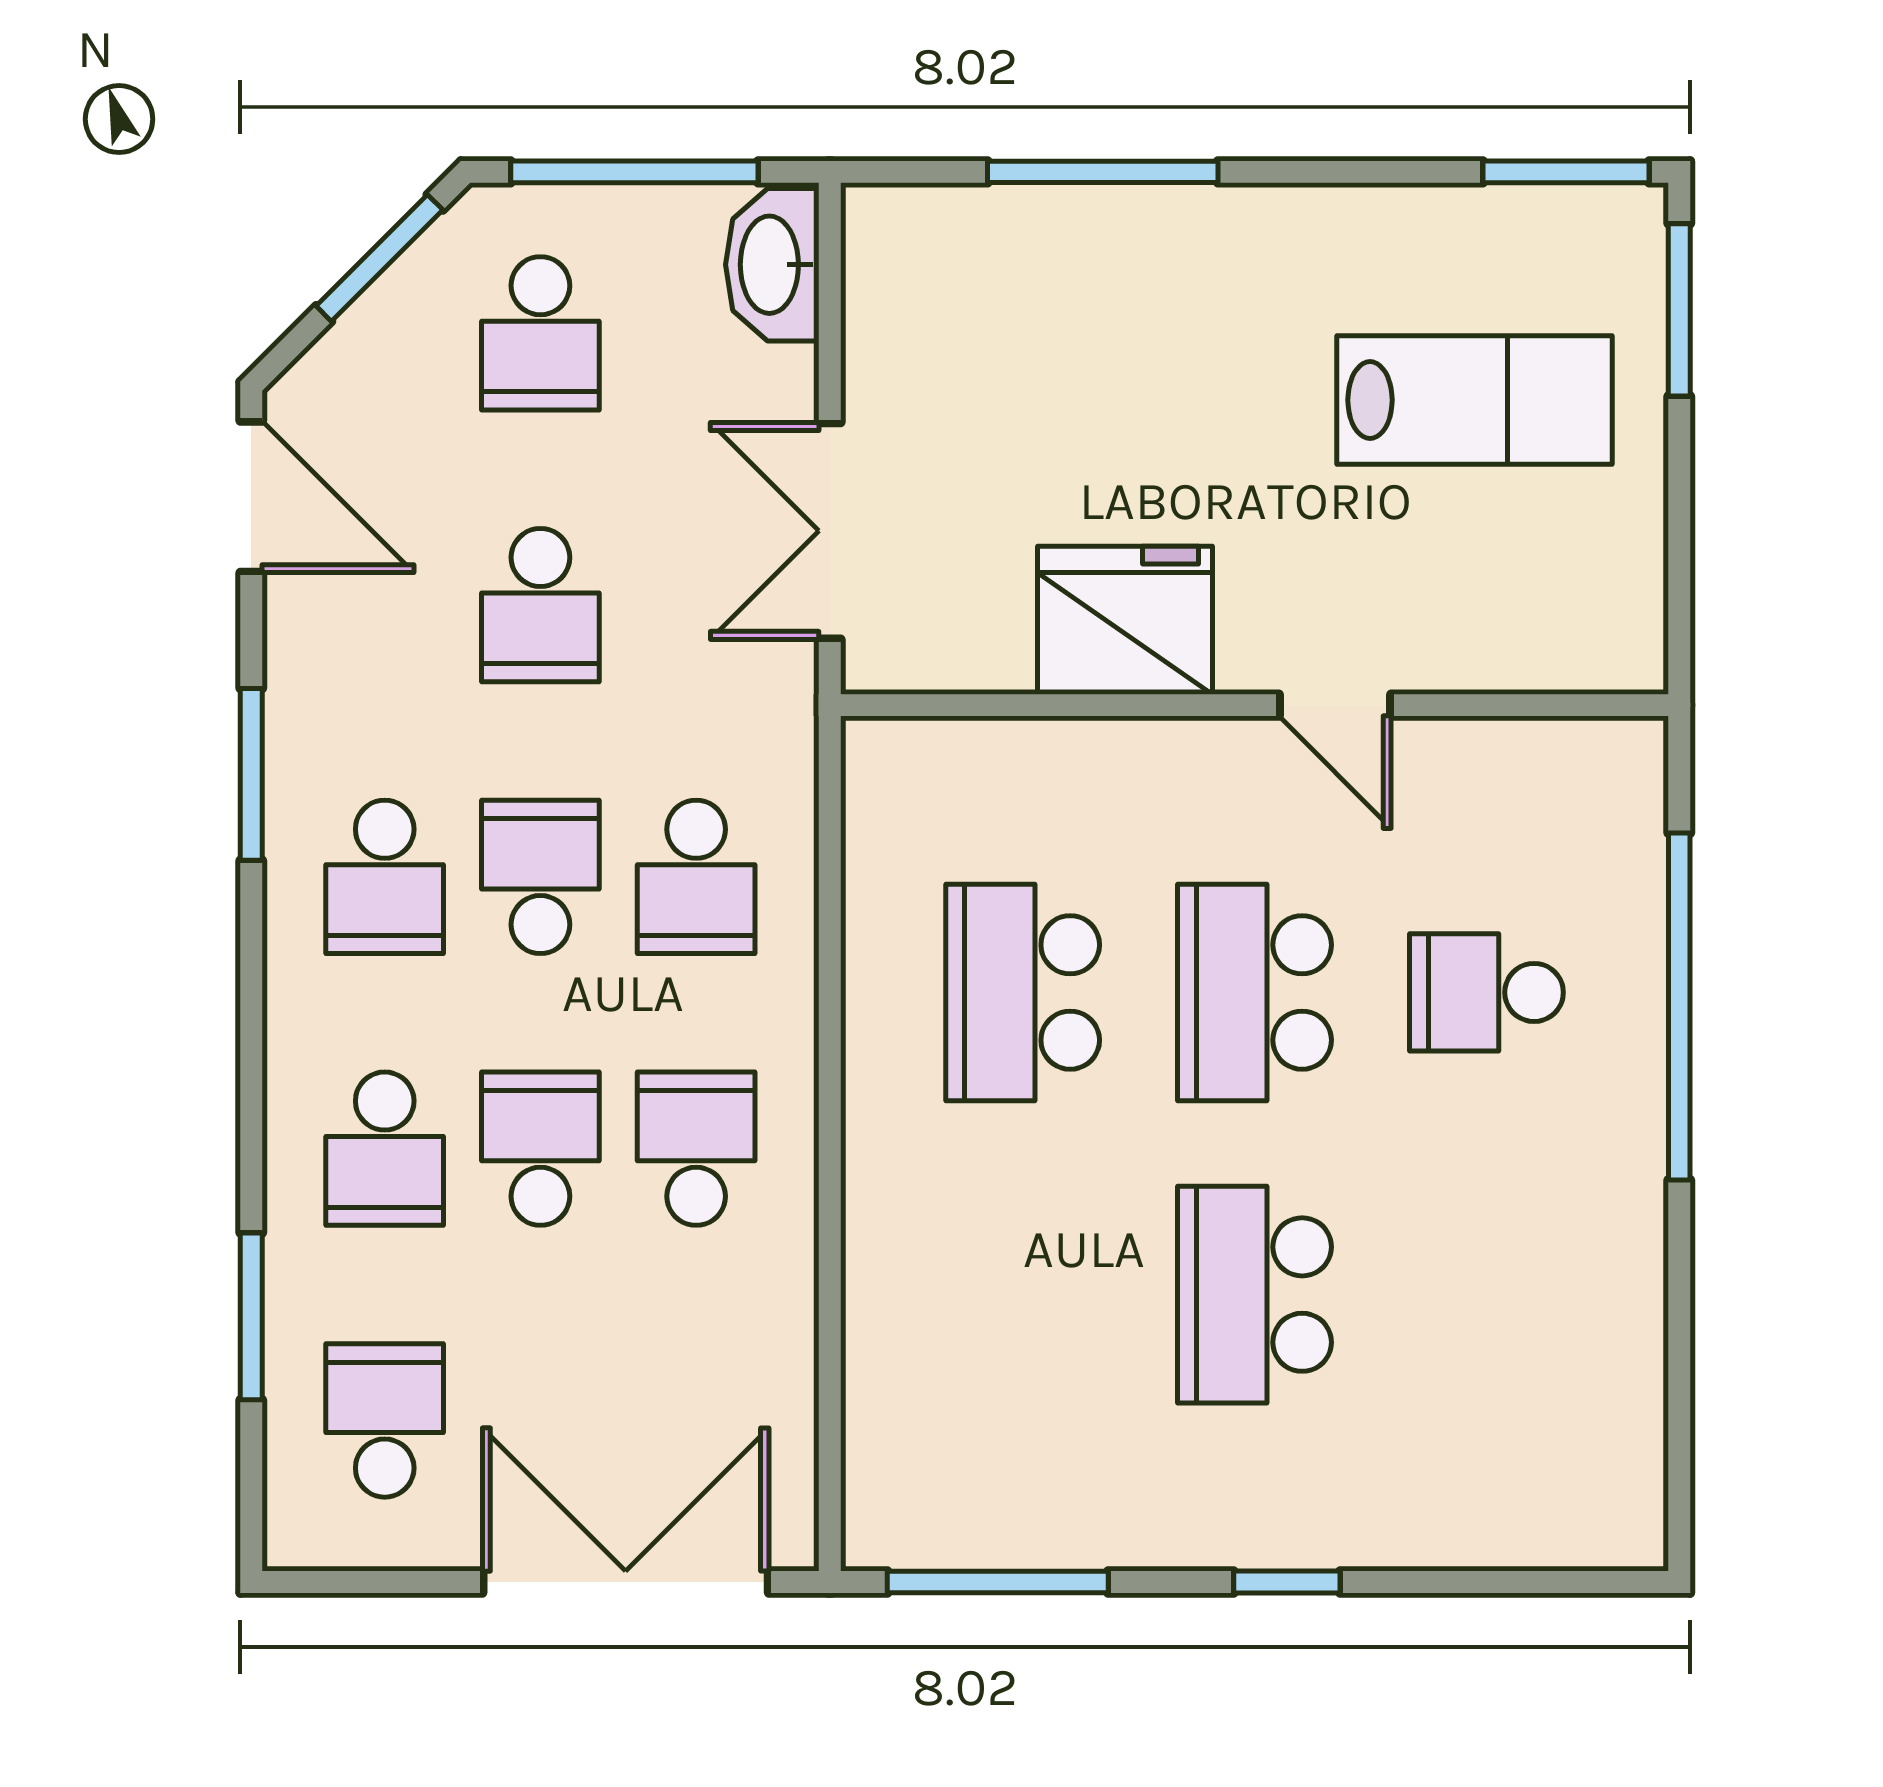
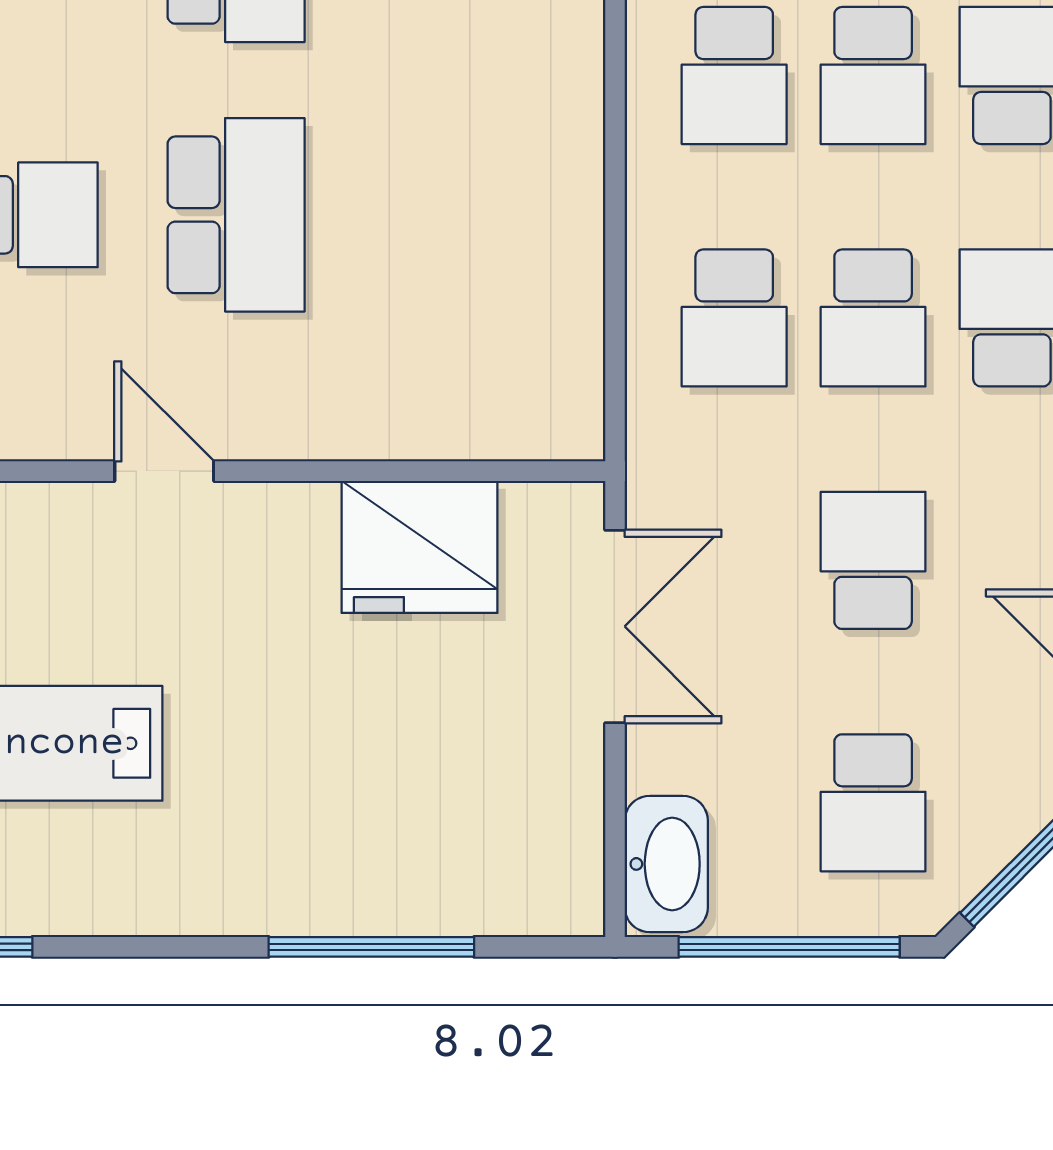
school desk: (540, 333) -> (873, 803), turned 180
fridge: (1125, 620) -> (419, 547), moved
school desk: (696, 877) -> (734, 318), turned 180
school desk: (1023, 992) -> (443, 215), removed

